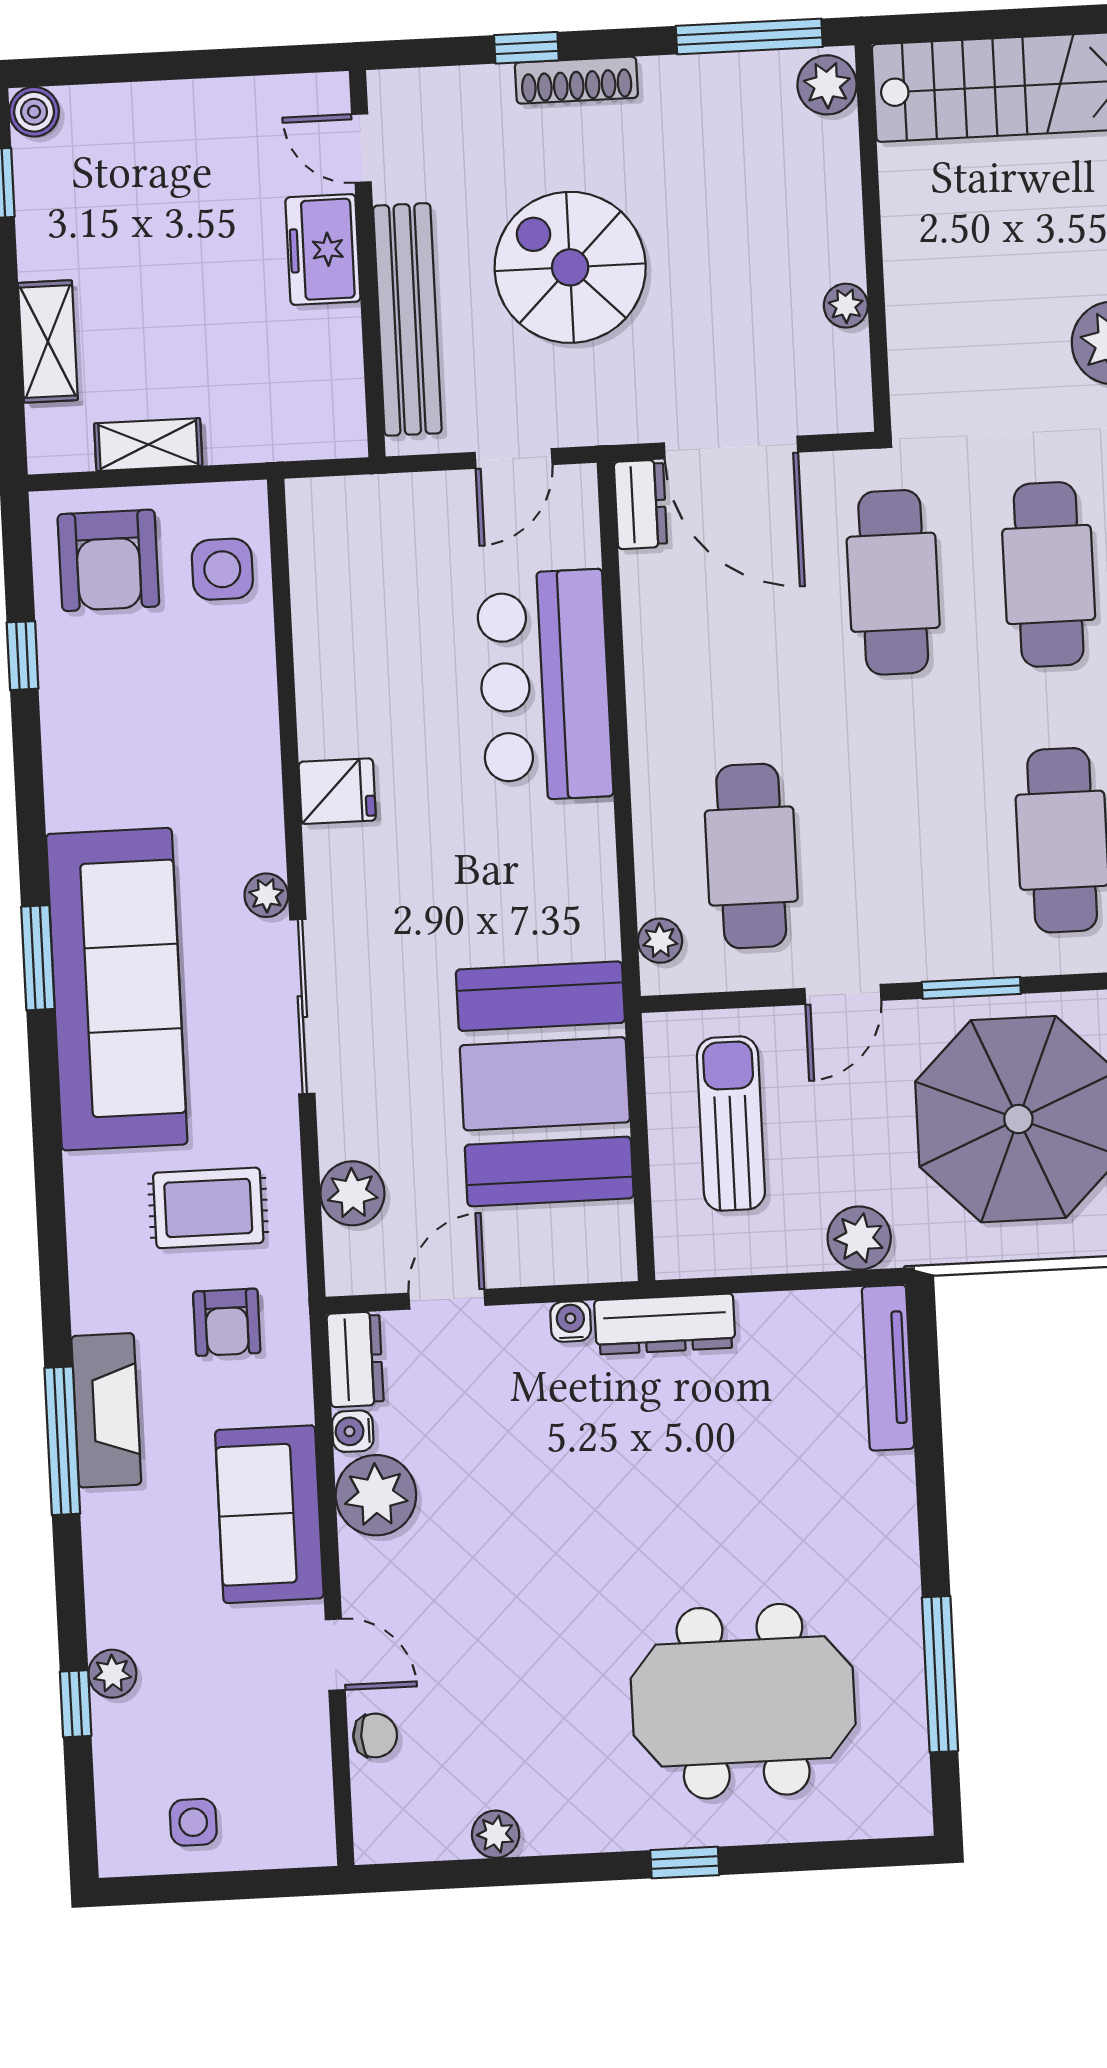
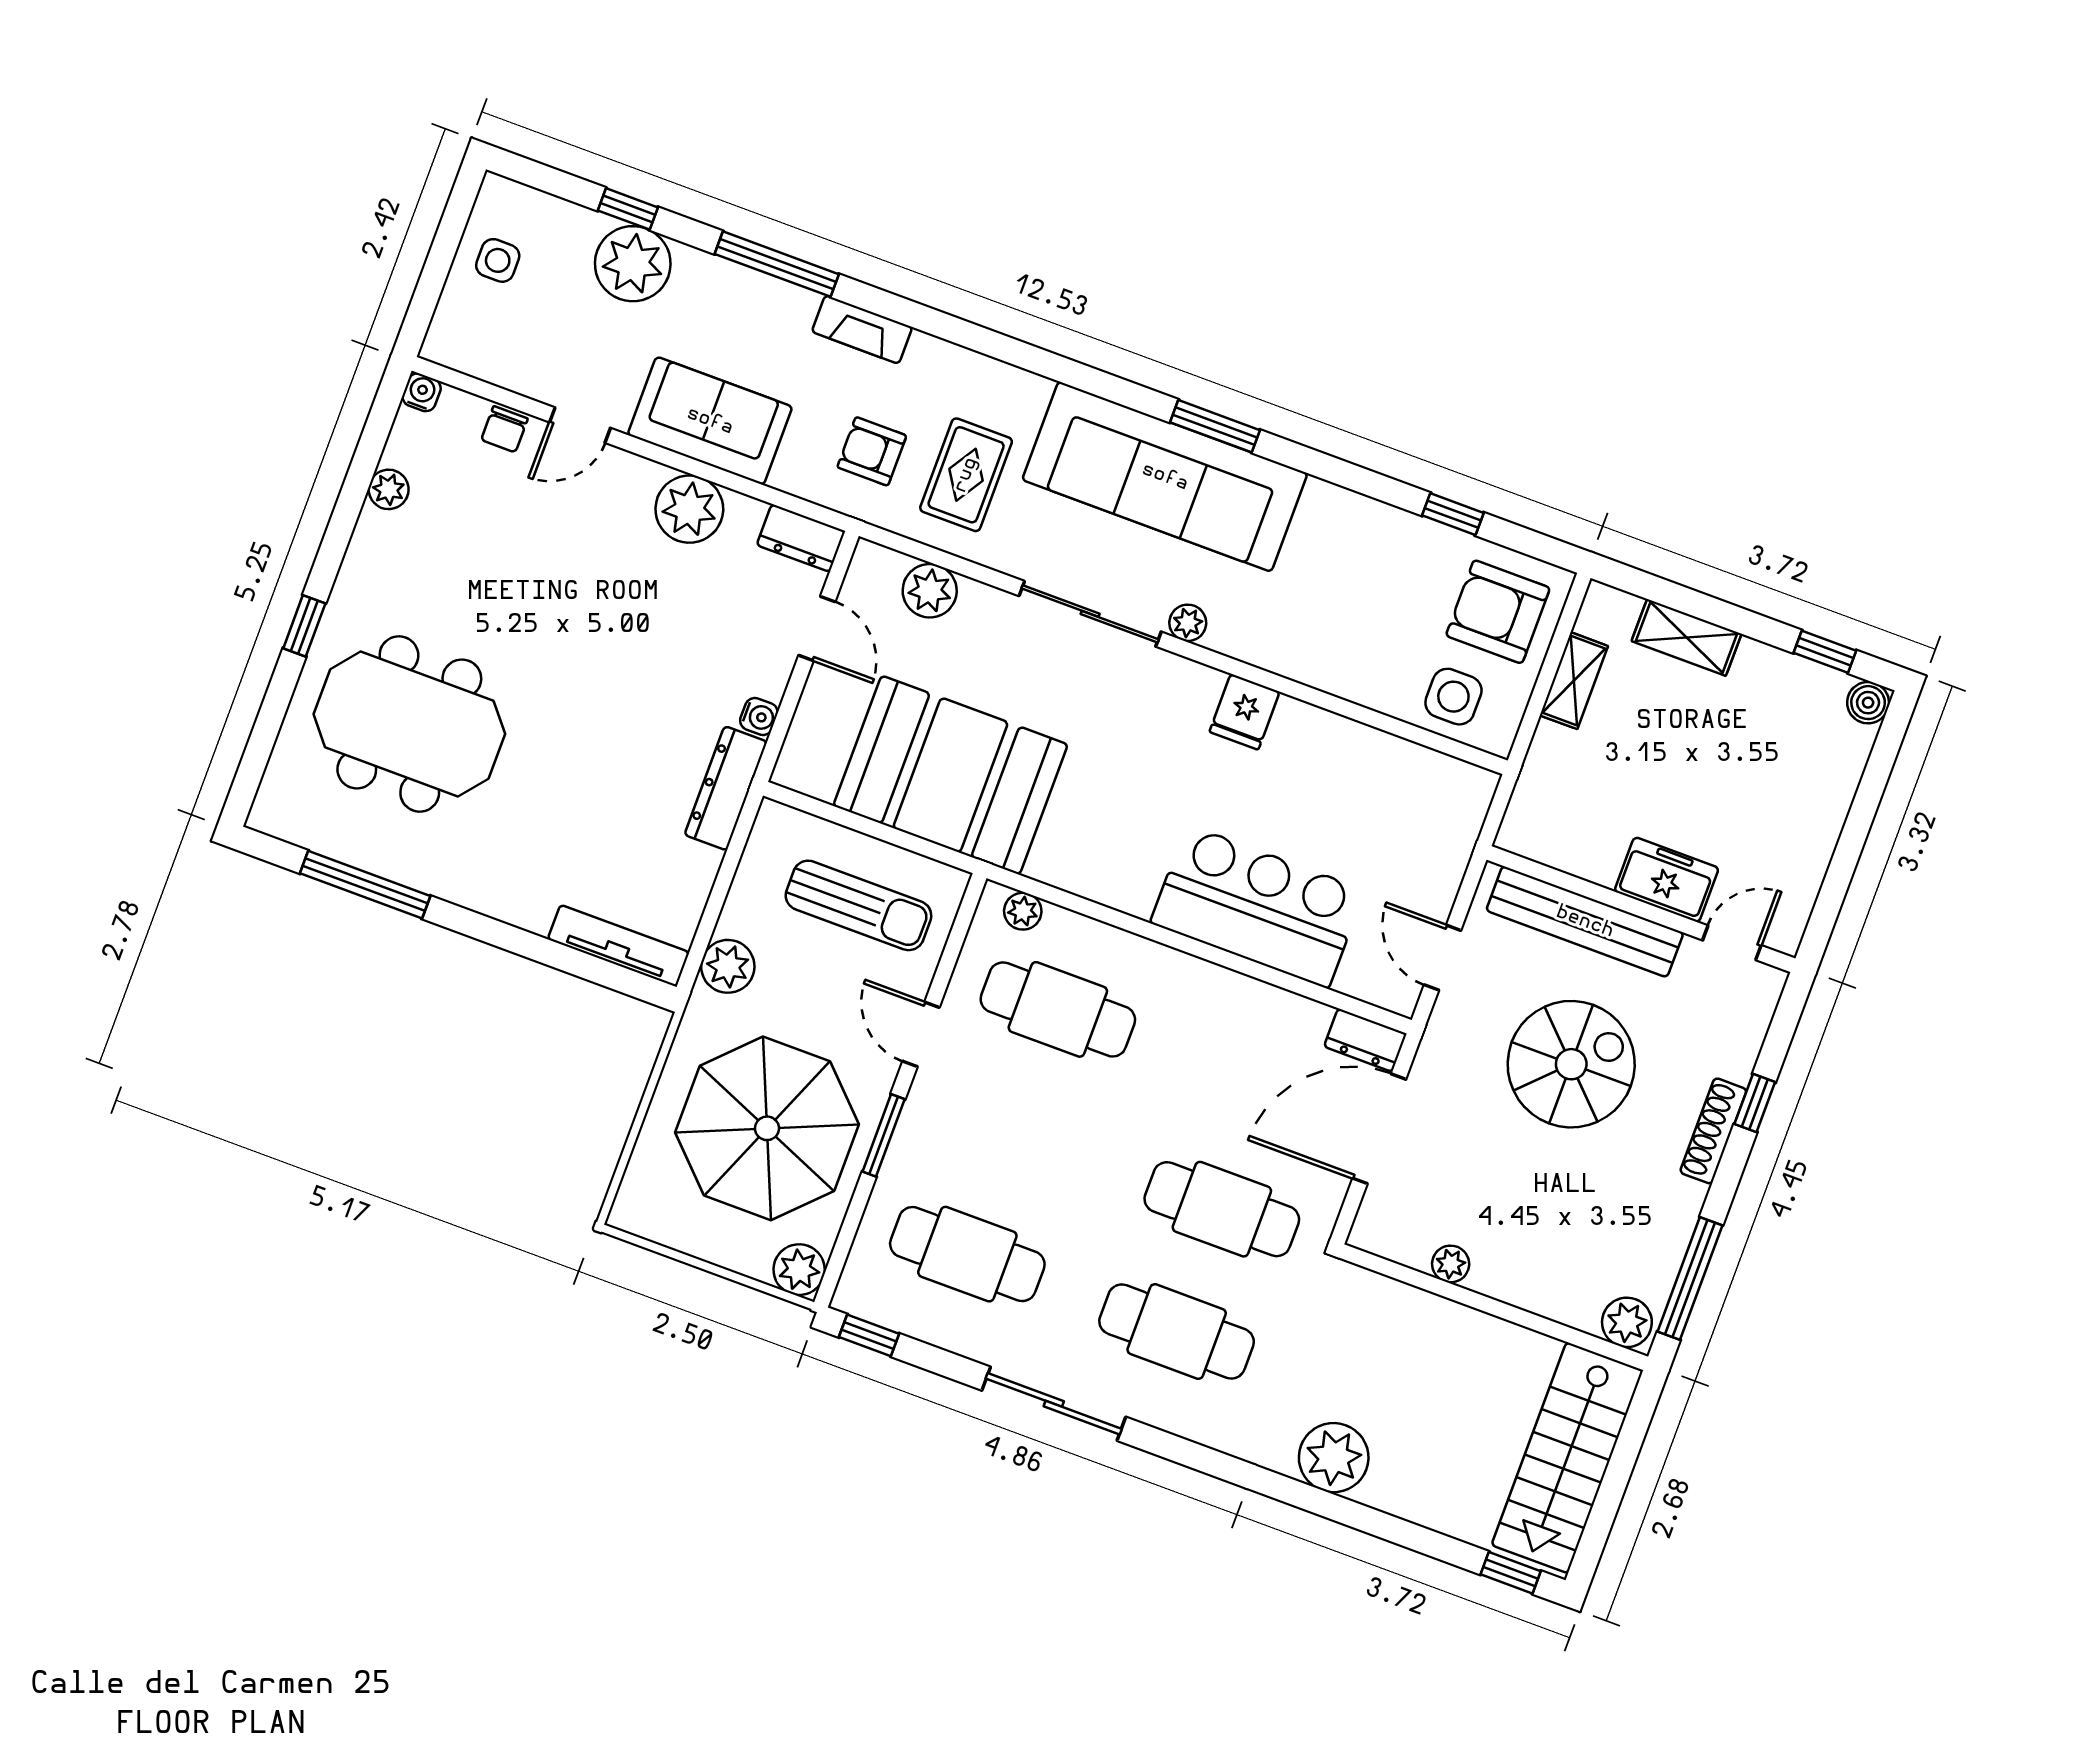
fireplace: (106, 1410) -> (862, 329), width x0.73, depth x0.76
water cooler: (353, 1431) -> (422, 392), moved
window: (62, 1441) -> (777, 264), moved
plant: (112, 1674) -> (633, 264), width x1.87, depth x1.87
meeting table: (743, 1701) -> (409, 724), turned 90

